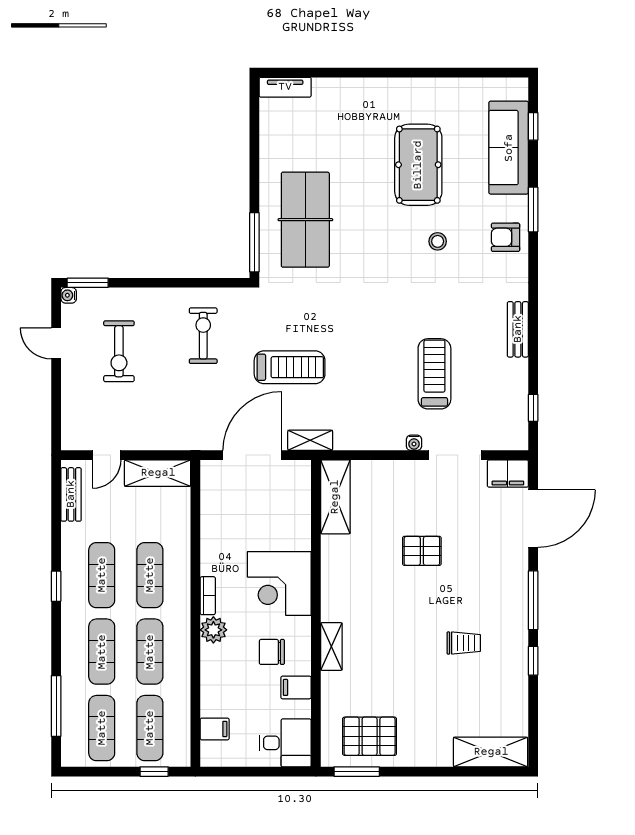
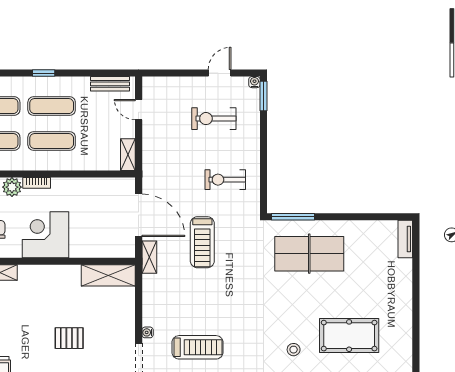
exercise bike: (203, 336) -> (225, 180), turned 180
shelving: (158, 473) -> (128, 155), width x0.67, depth x0.75
pallet: (422, 551) -> (69, 338), turned 90

